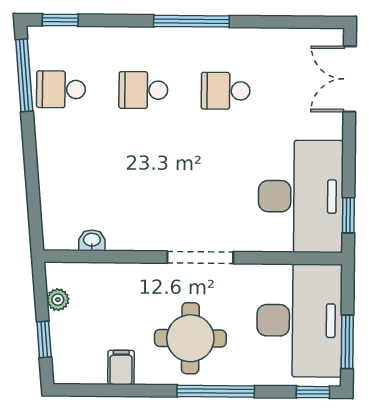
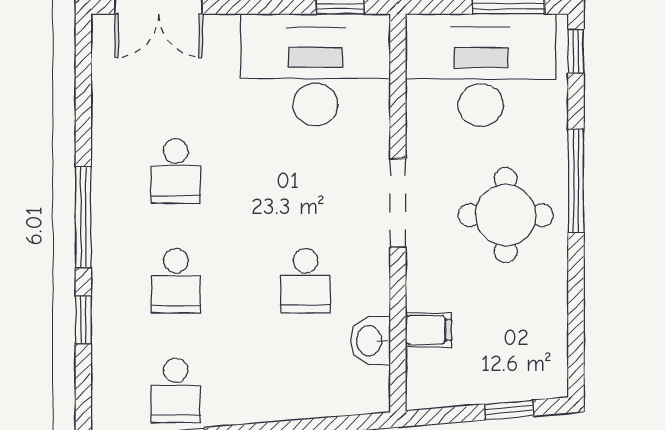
window: (60, 20) -> (83, 320), moved
school desk: (142, 188) -> (306, 281), added
washbasin: (92, 240) -> (370, 341), width x1.38, depth x1.45
plant: (58, 300) -> (456, 392), removed
filing cabinet: (121, 367) -> (428, 330), moved, turned 180

